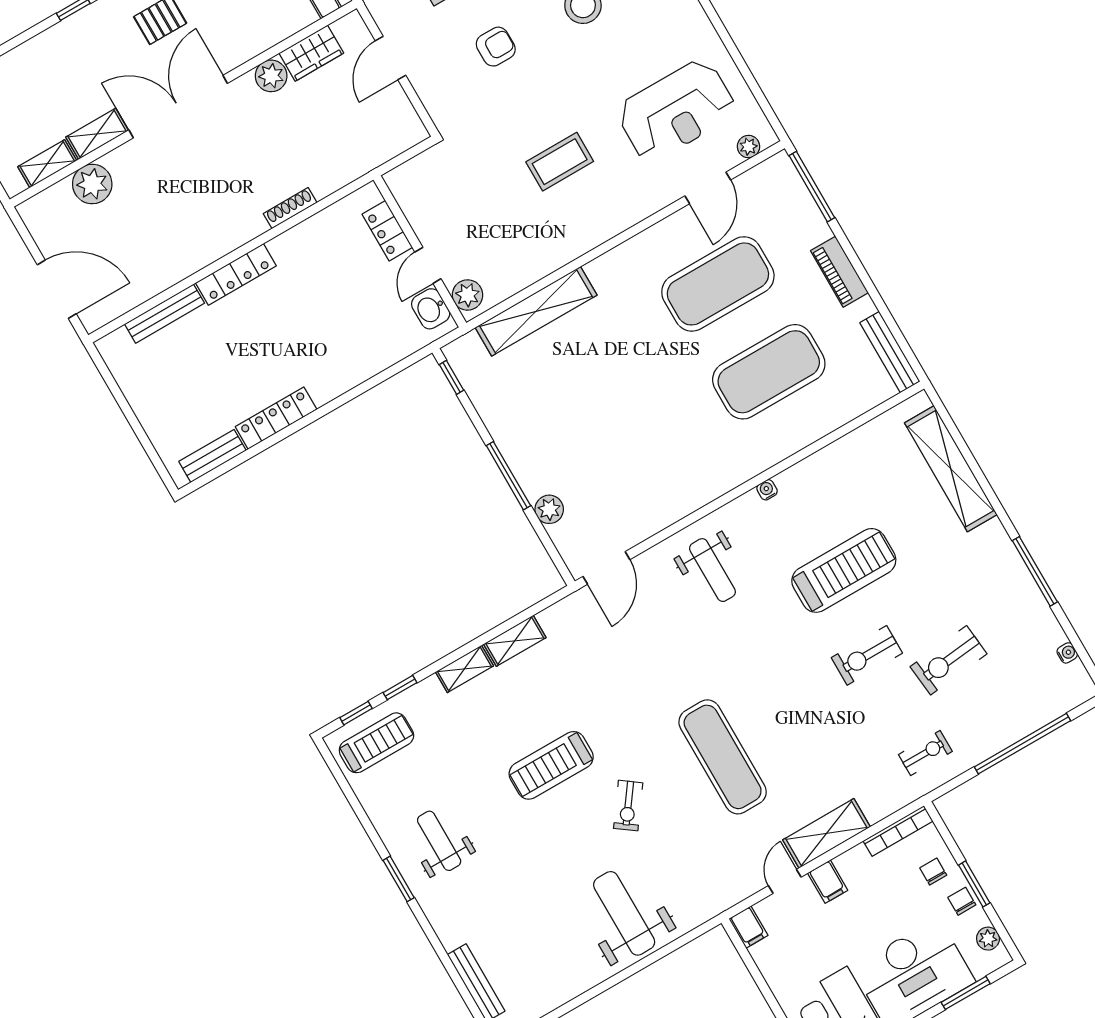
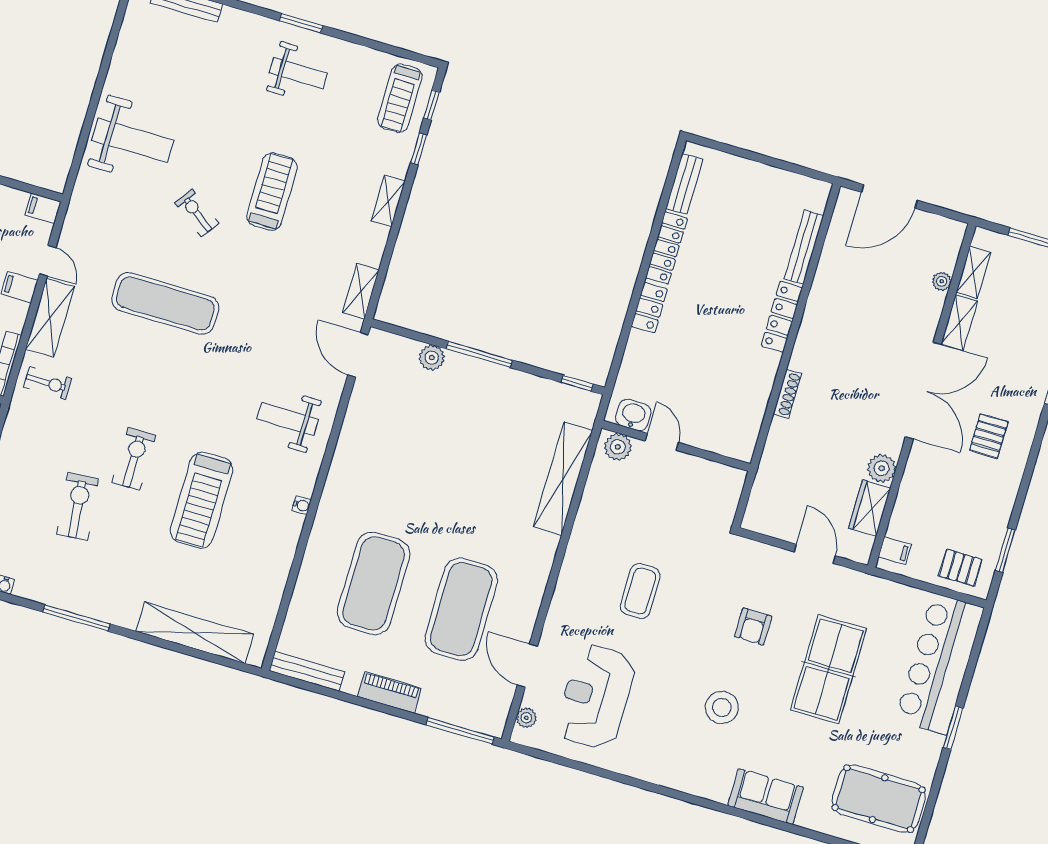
plant: (92, 184) -> (942, 281), width x0.53, depth x0.53
locker: (387, 231) -> (649, 308), moved, turned 90
shelving: (515, 641) -> (361, 291), moved
exercise bike: (925, 753) -> (48, 383), moved, turned -90

